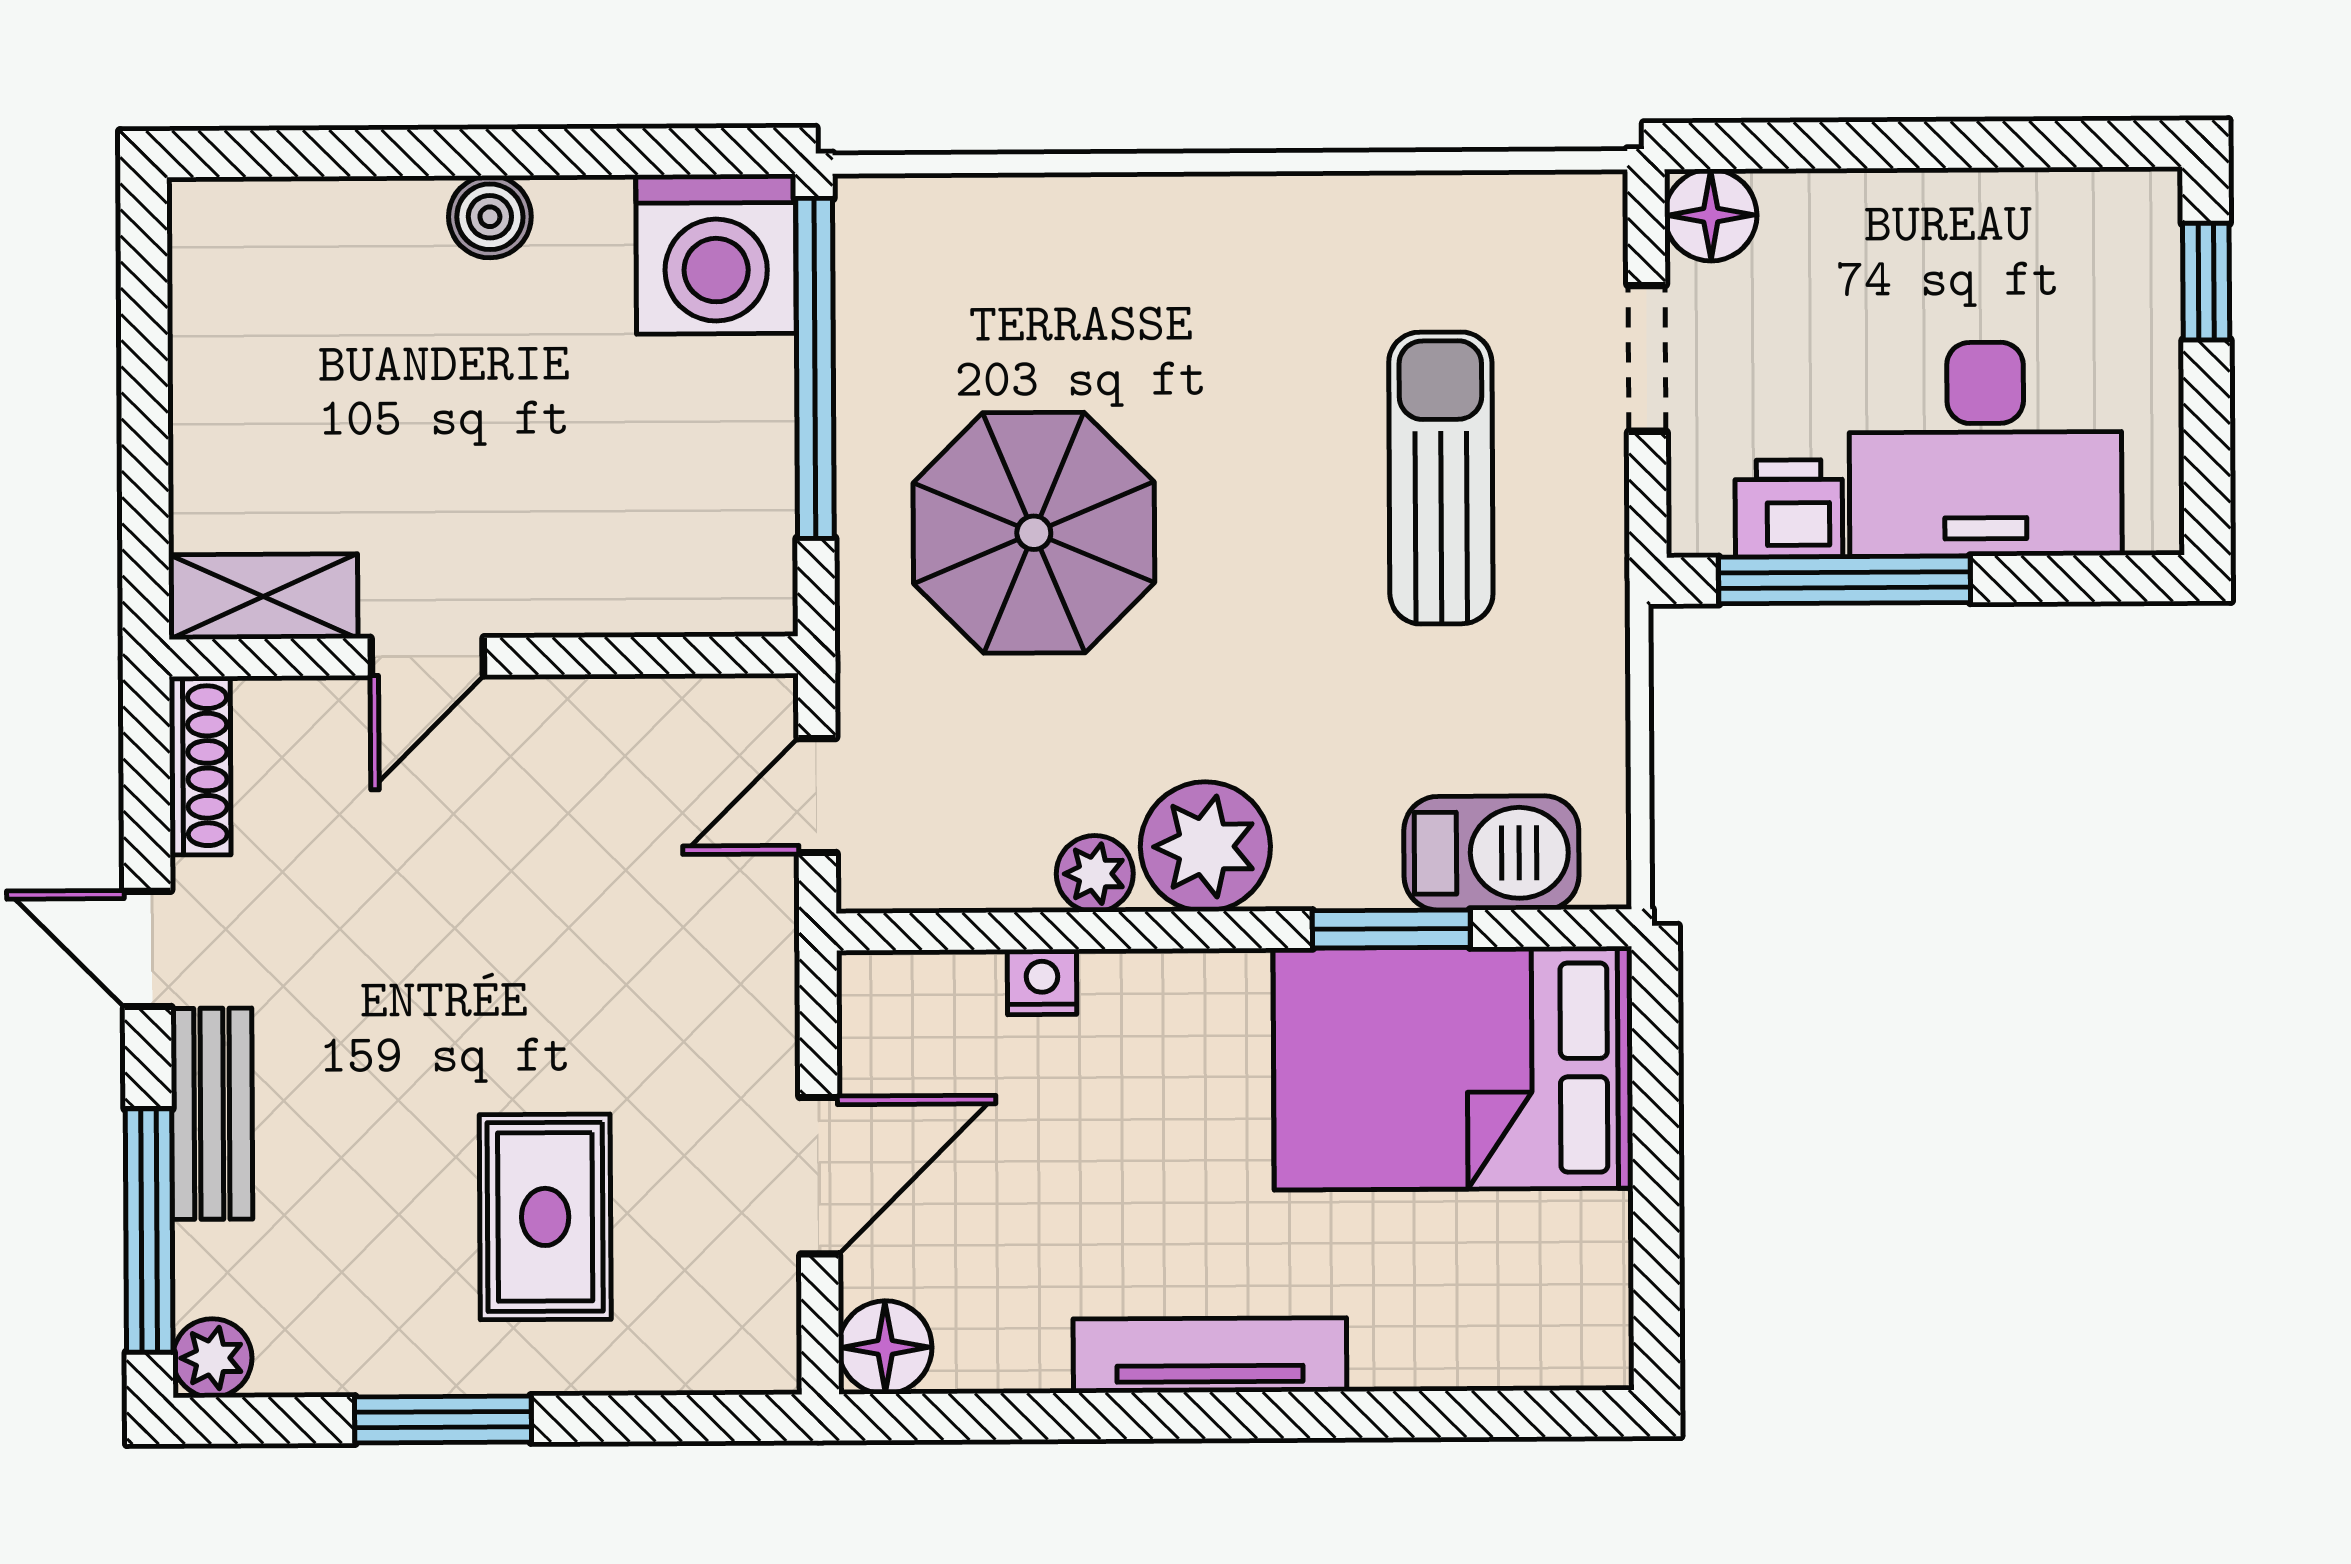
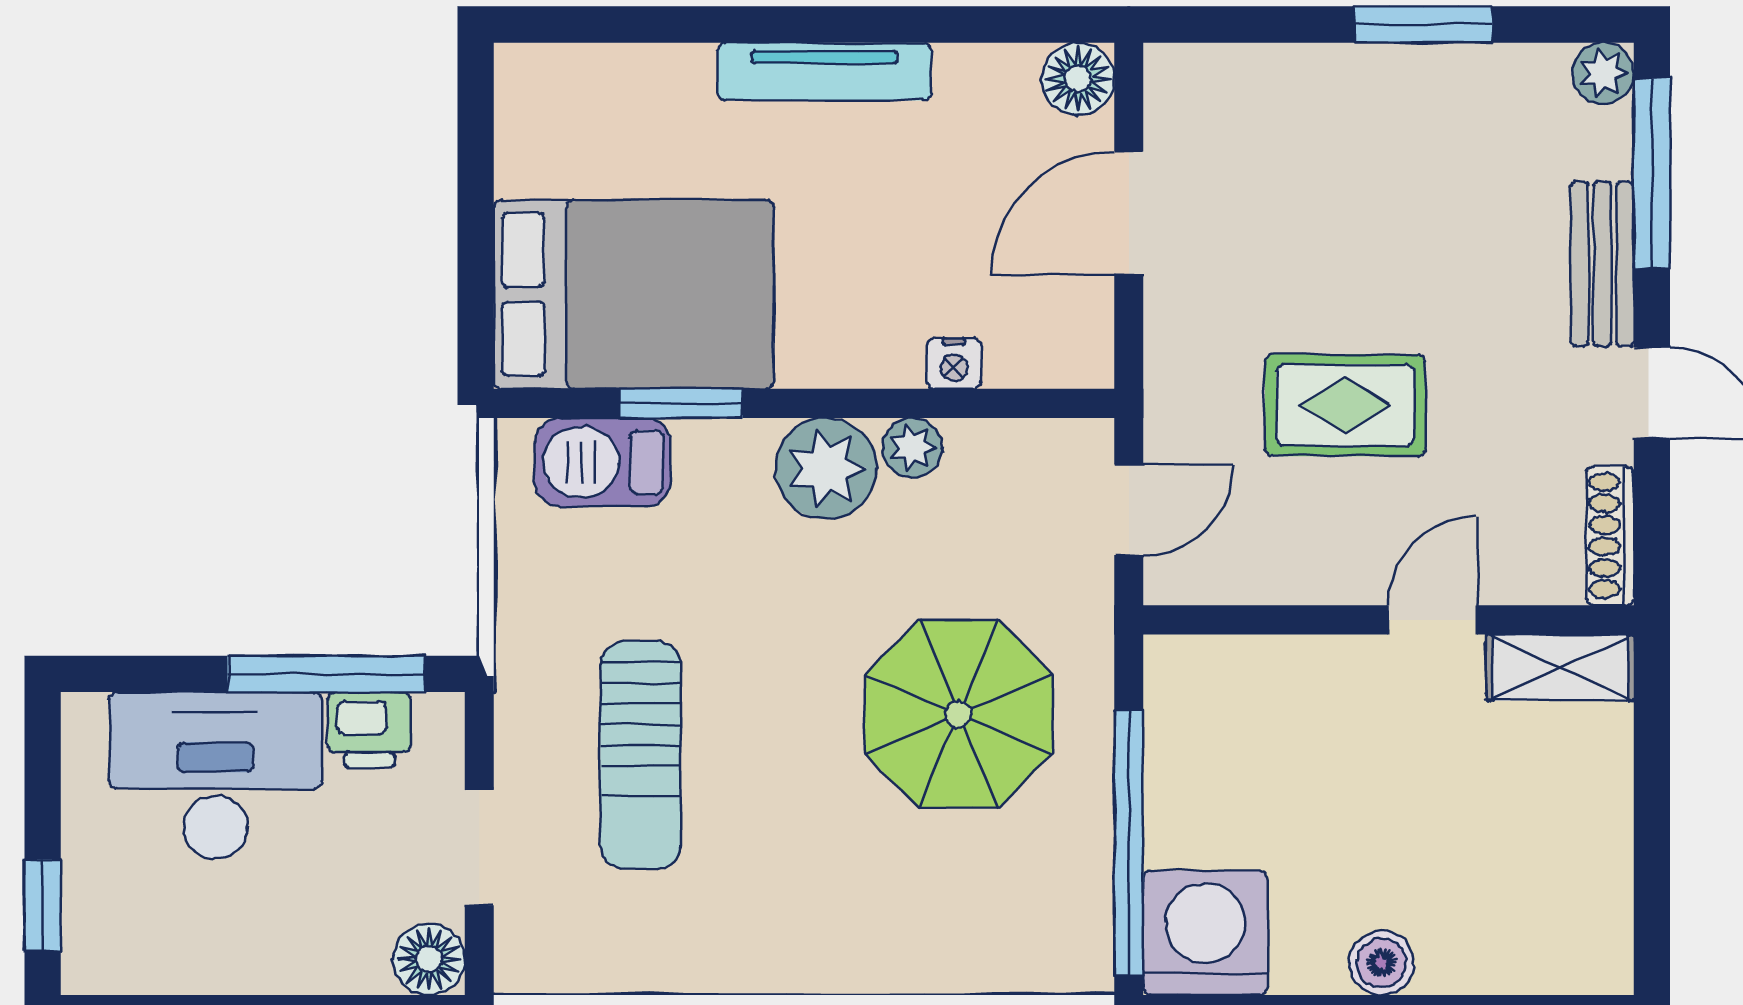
rug: (545, 1217) -> (1345, 405), moved, turned 90

